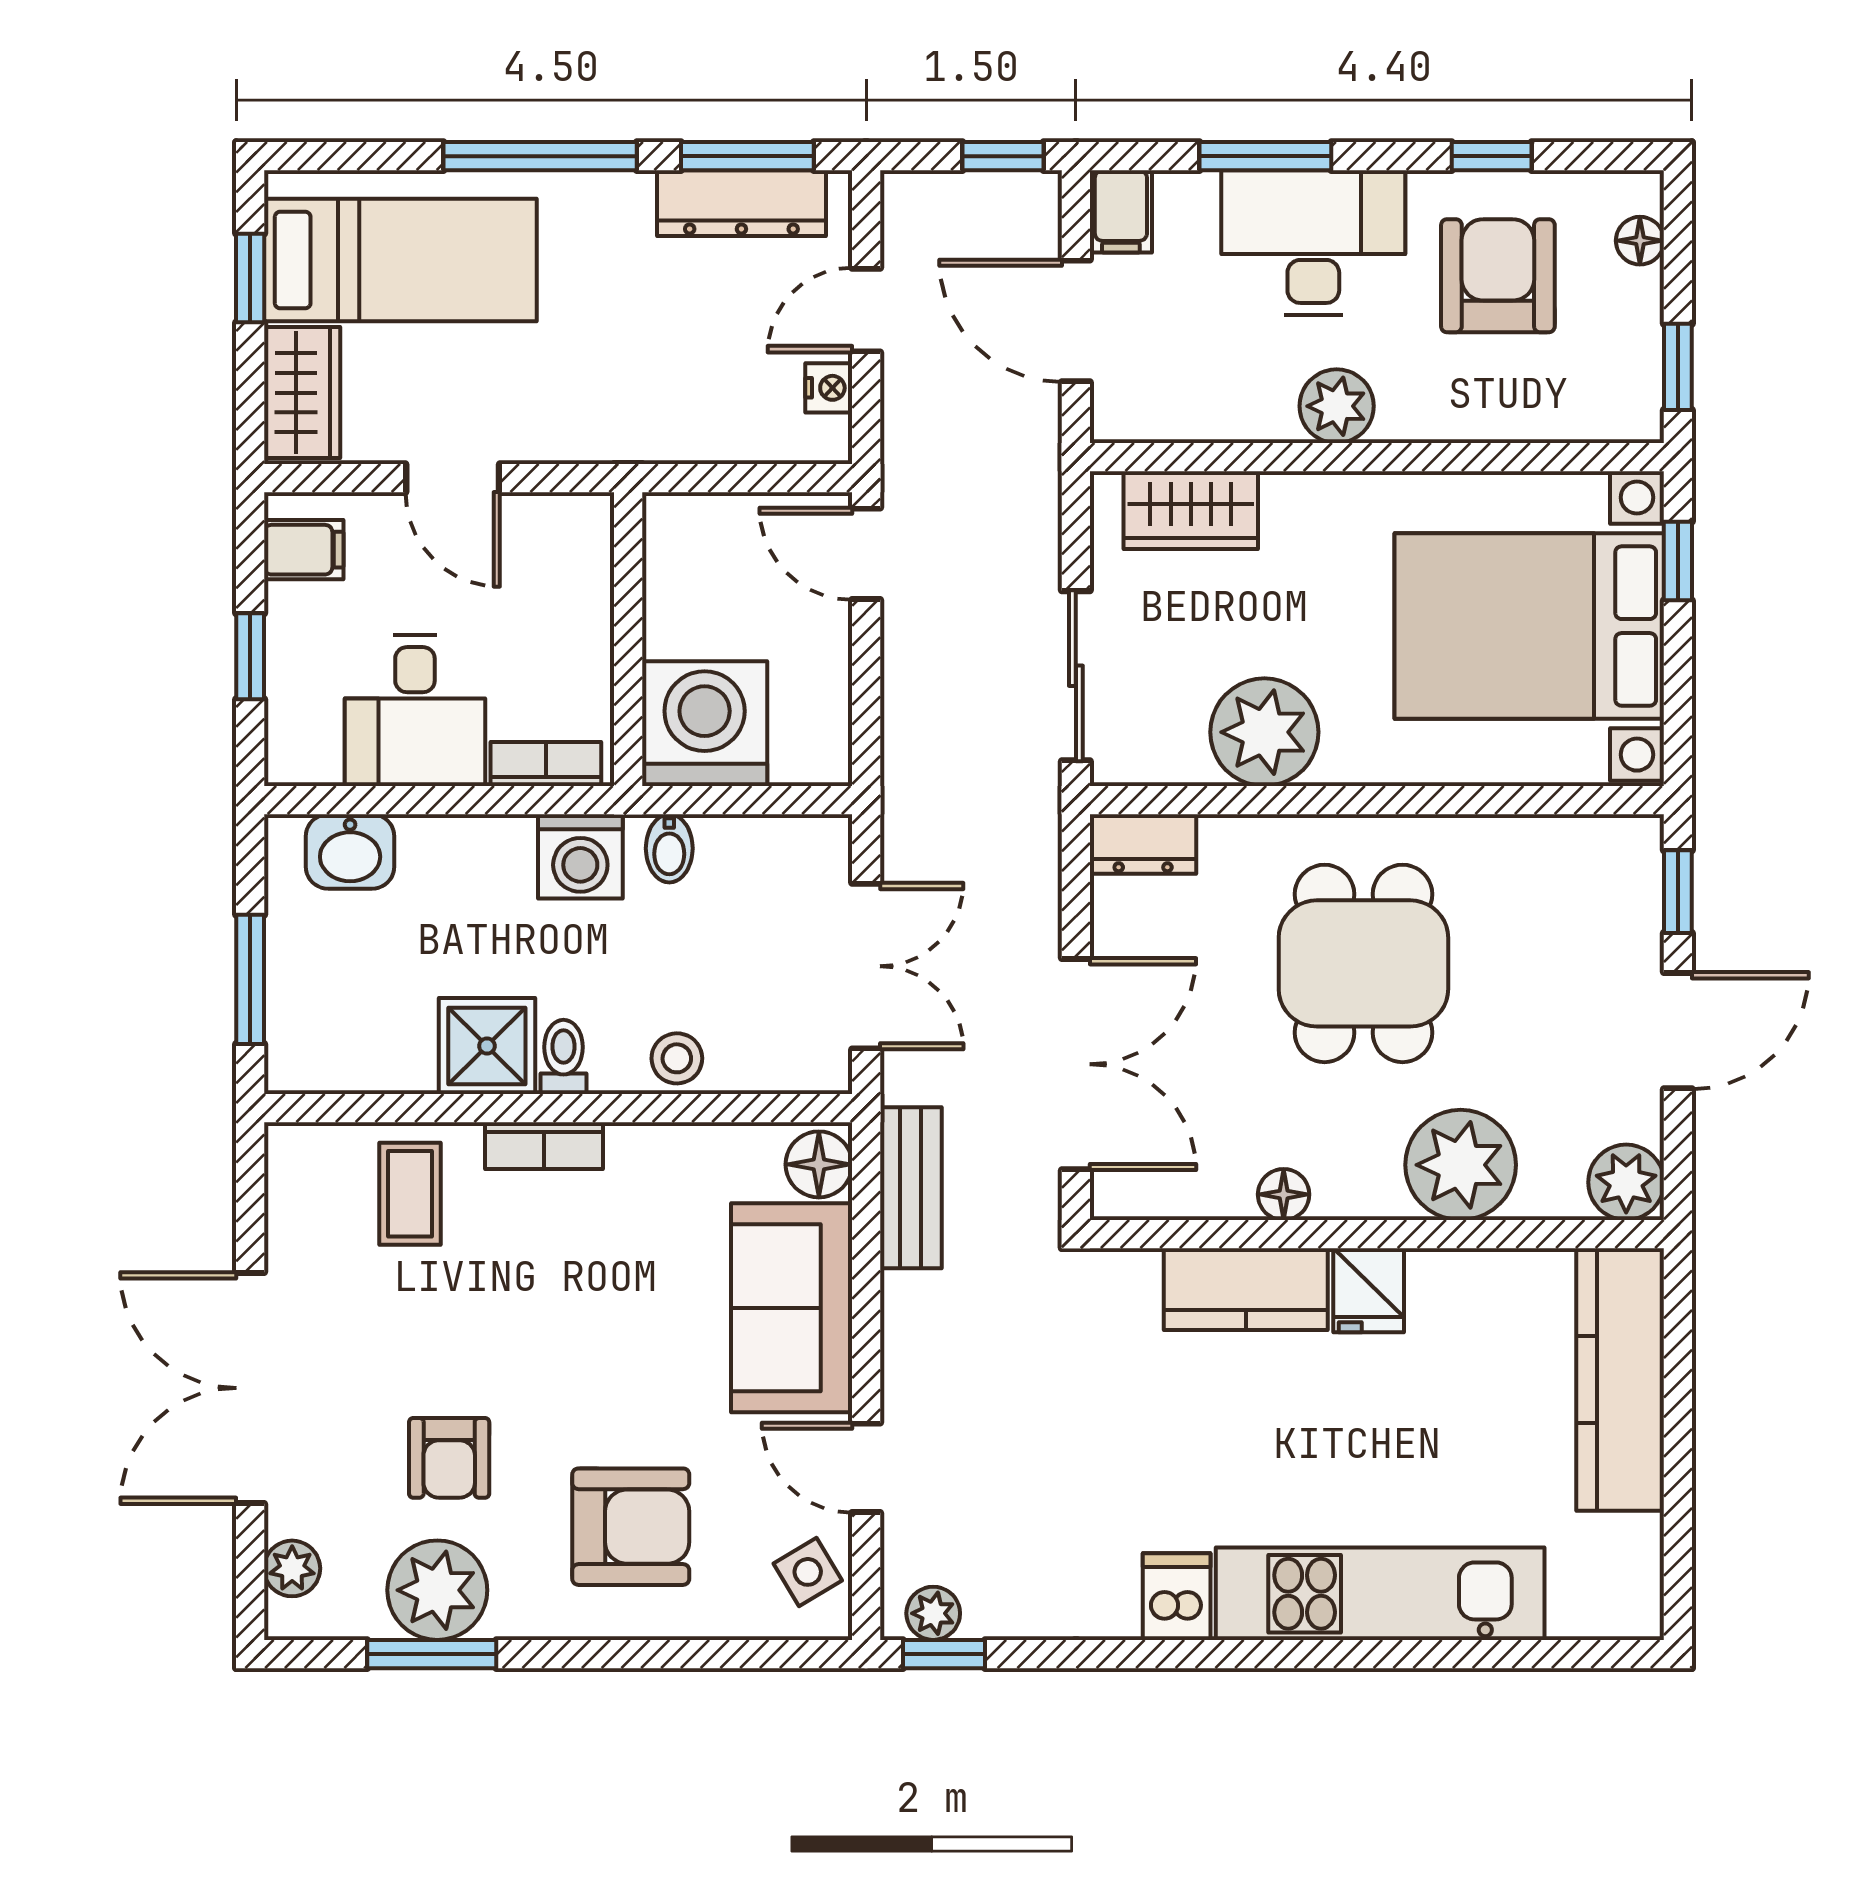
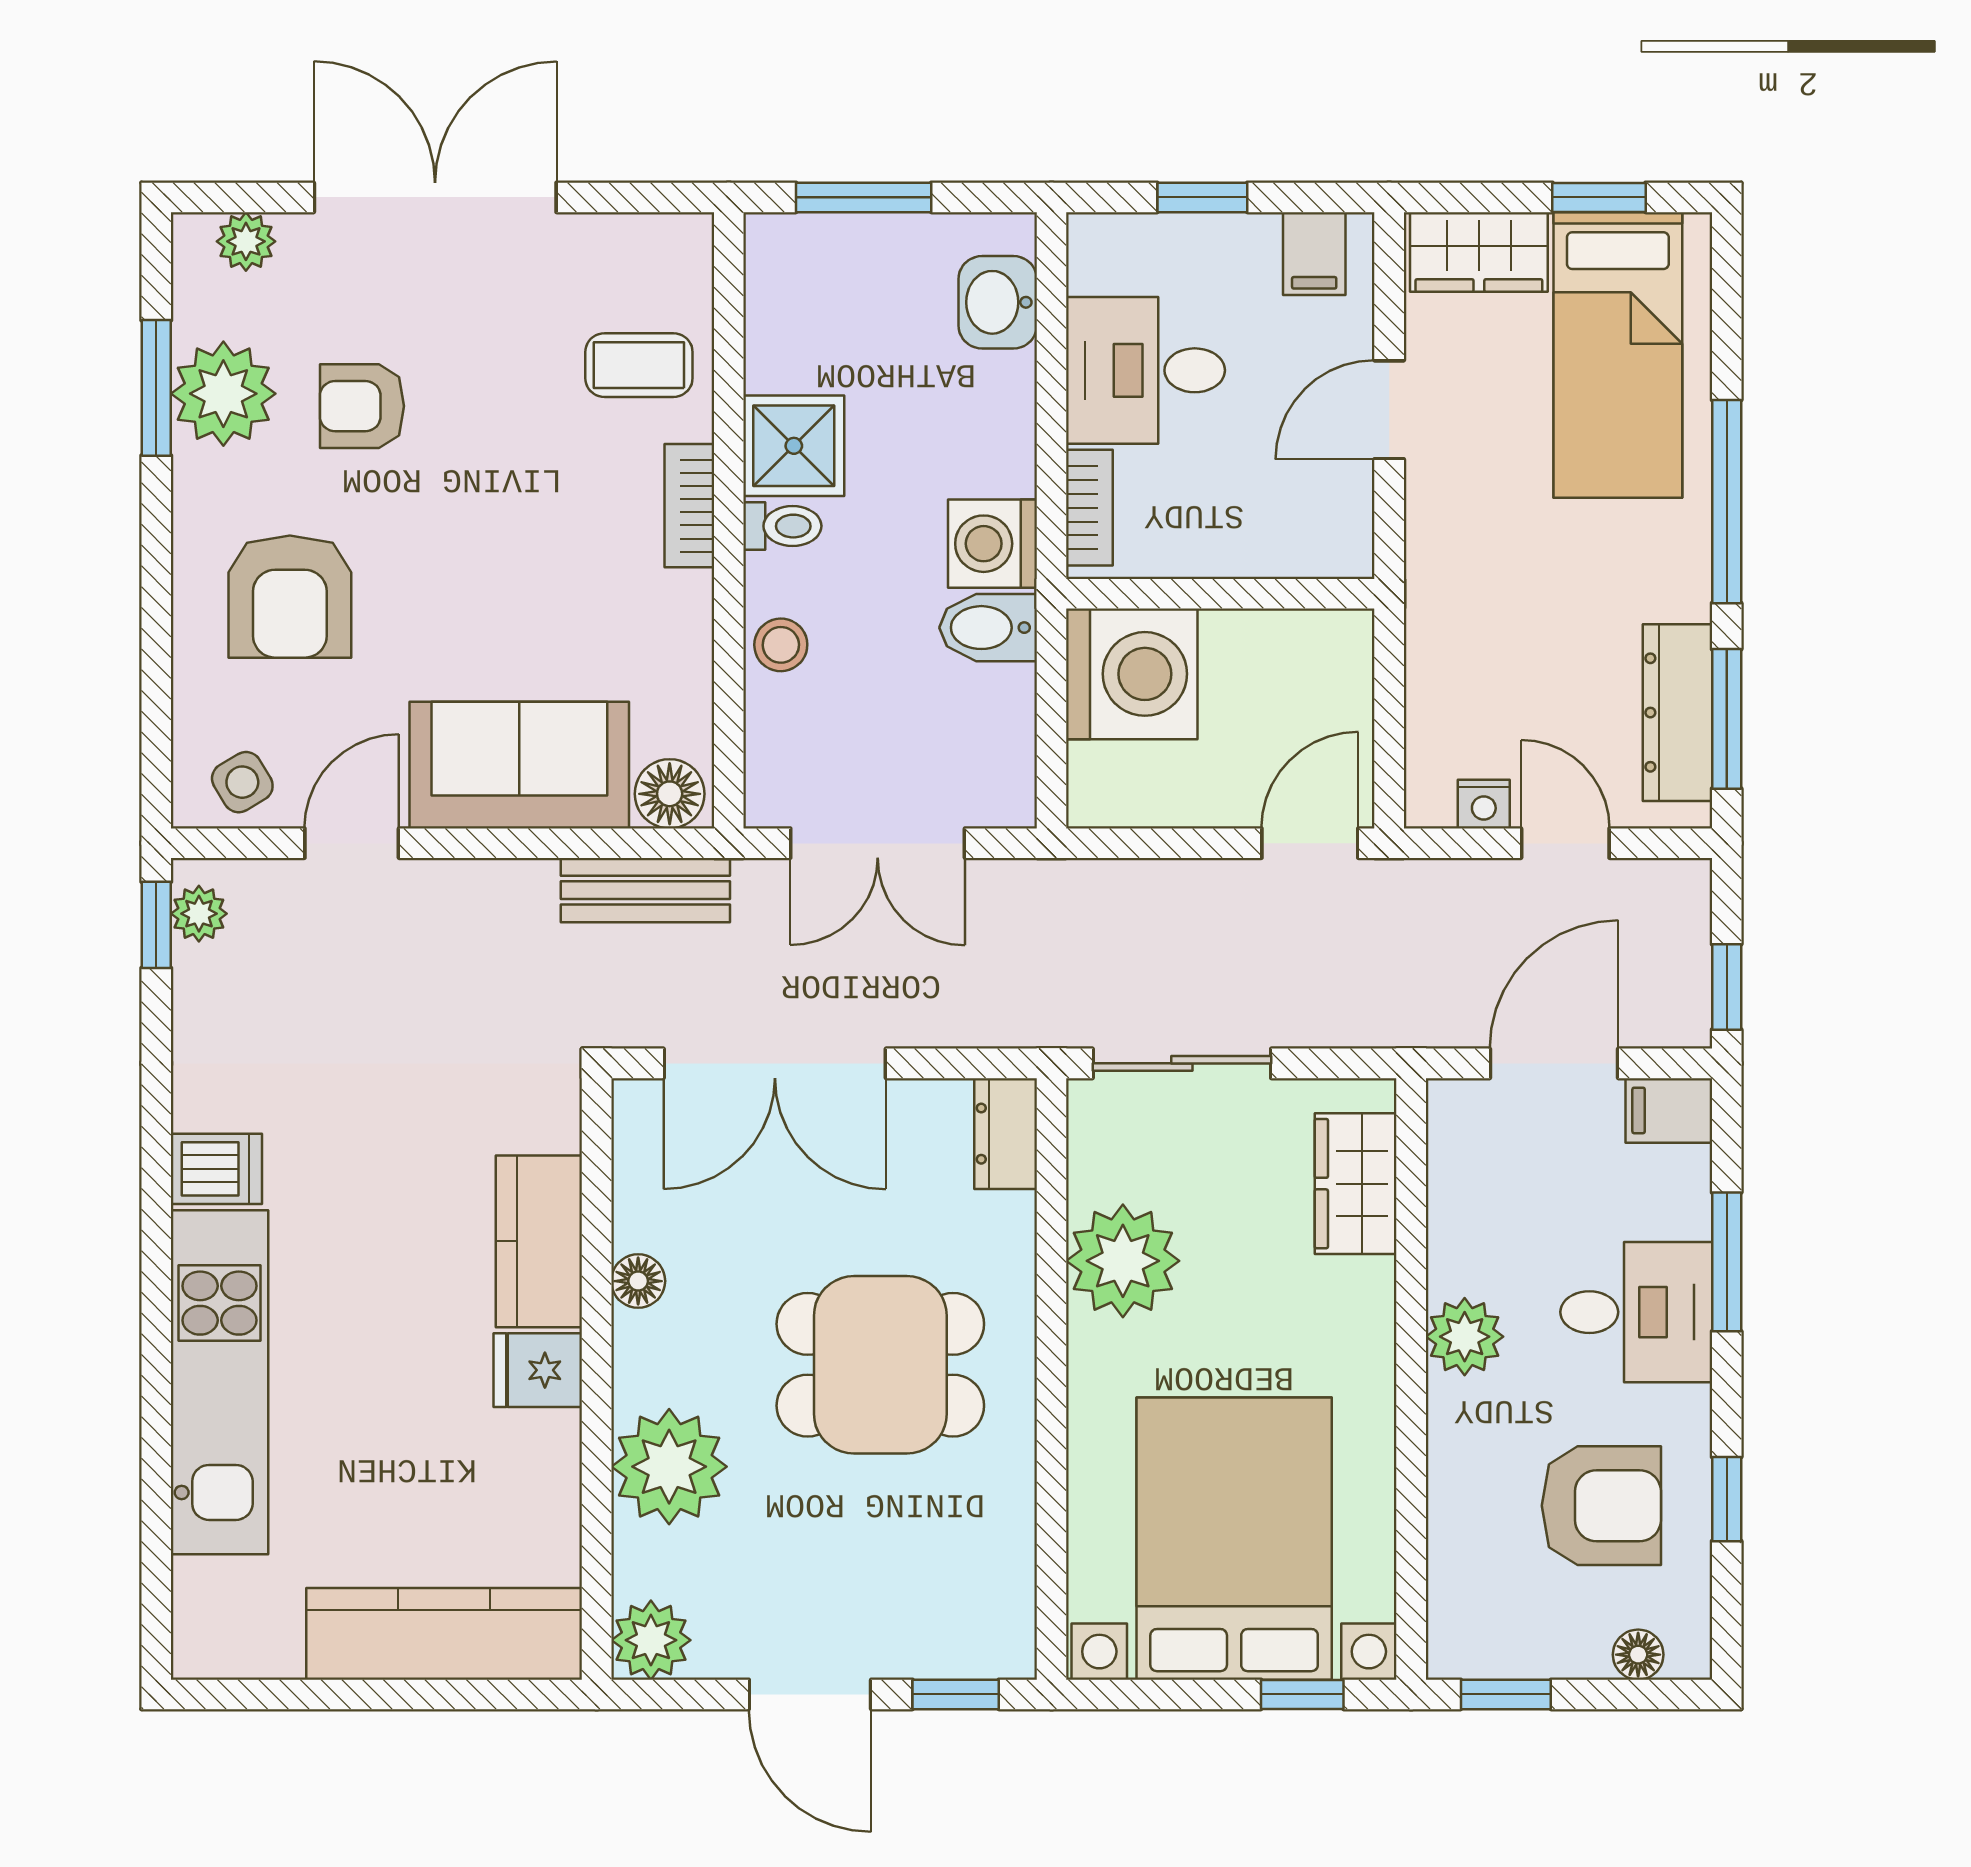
desk: (1313, 242) -> (1636, 1312), width x0.73
bidet: (669, 848) -> (988, 628), width x1.38, depth x1.36

